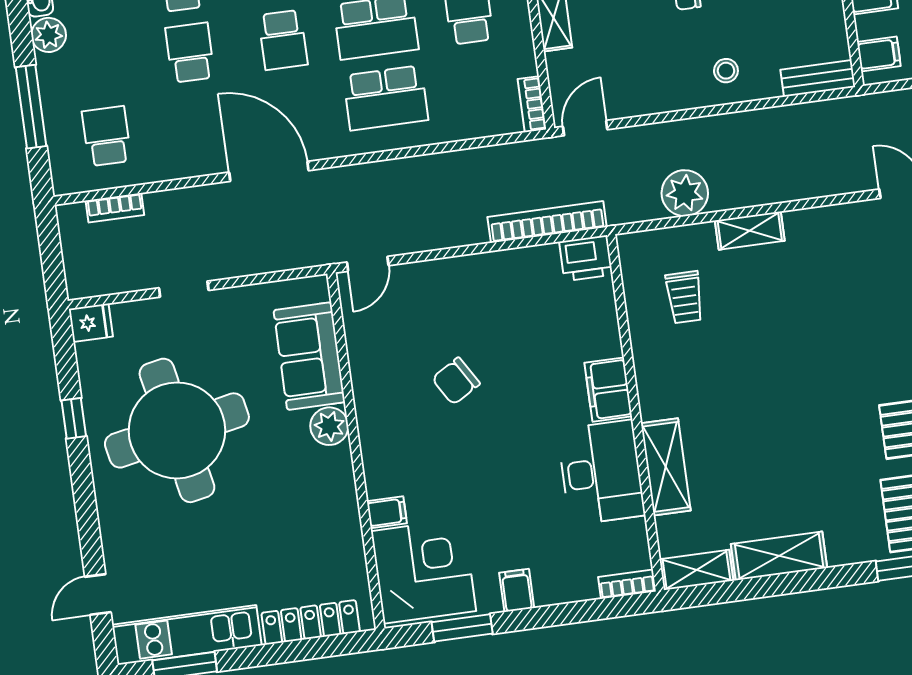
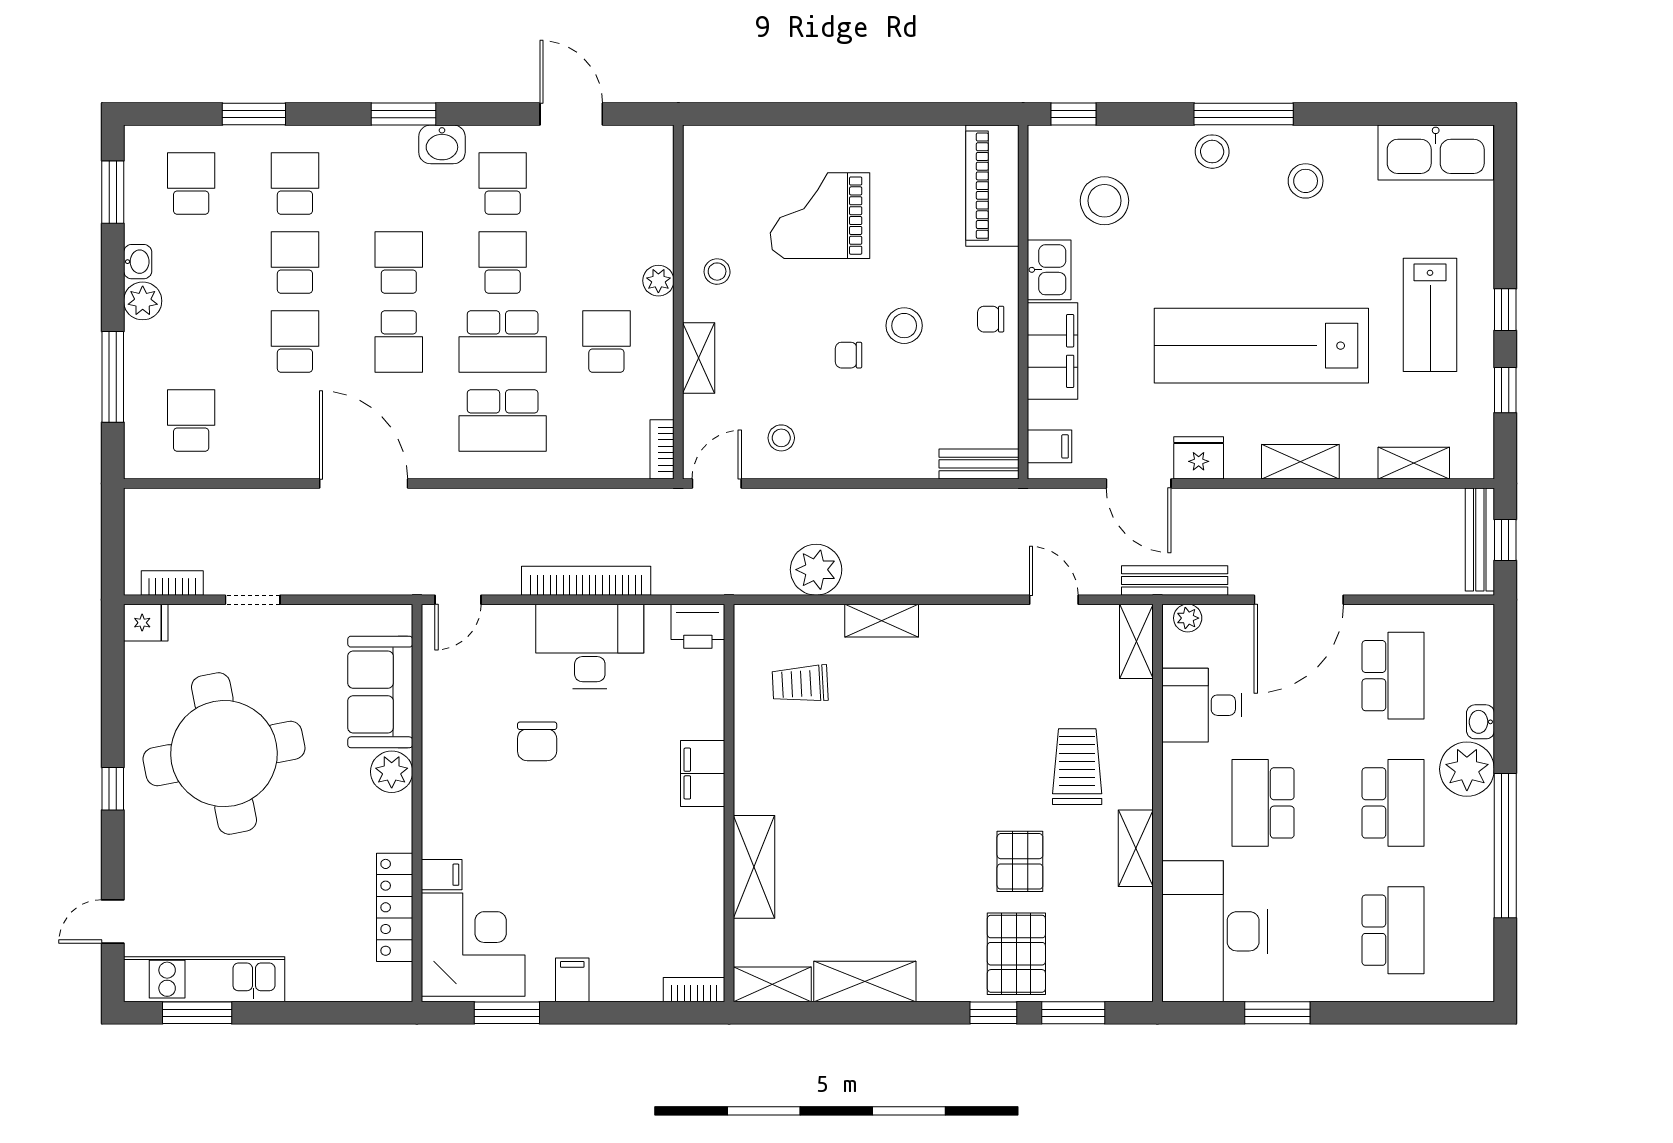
stool: (726, 71) -> (781, 438), moved
bookcase: (115, 208) -> (172, 583), moved, turned 180
bookcase: (547, 222) -> (586, 581), moved
trolley: (685, 297) -> (800, 684), turned 87
chair: (456, 381) -> (537, 741), turned -59
window: (74, 418) -> (113, 789), moved
desk: (601, 472) -> (590, 646), moved, turned -90
locker: (311, 622) -> (395, 907), moved, turned -90

